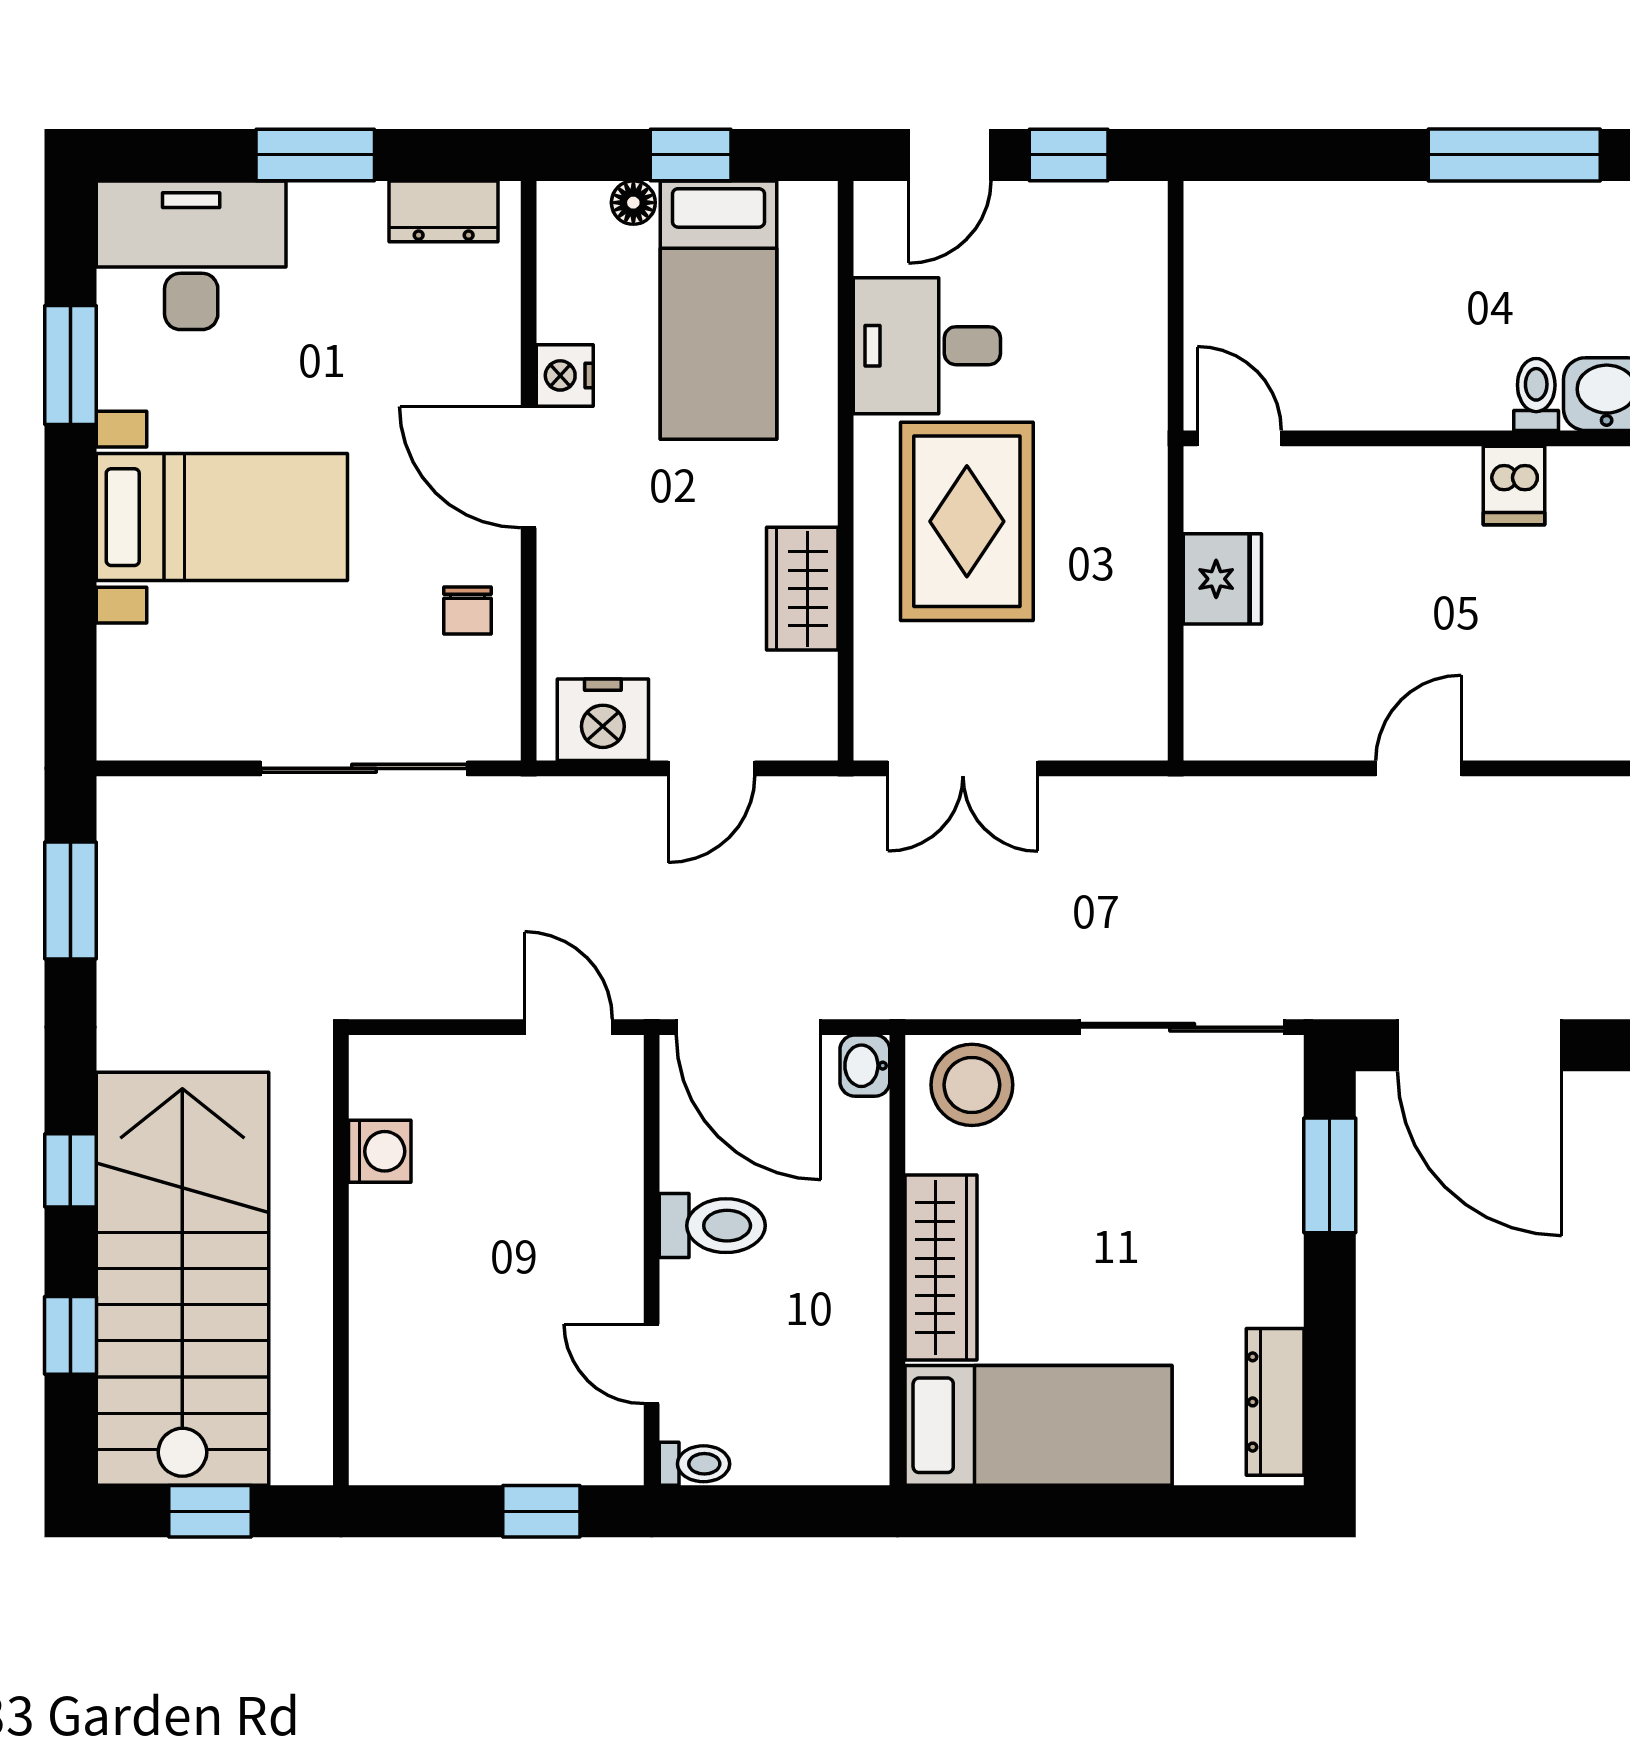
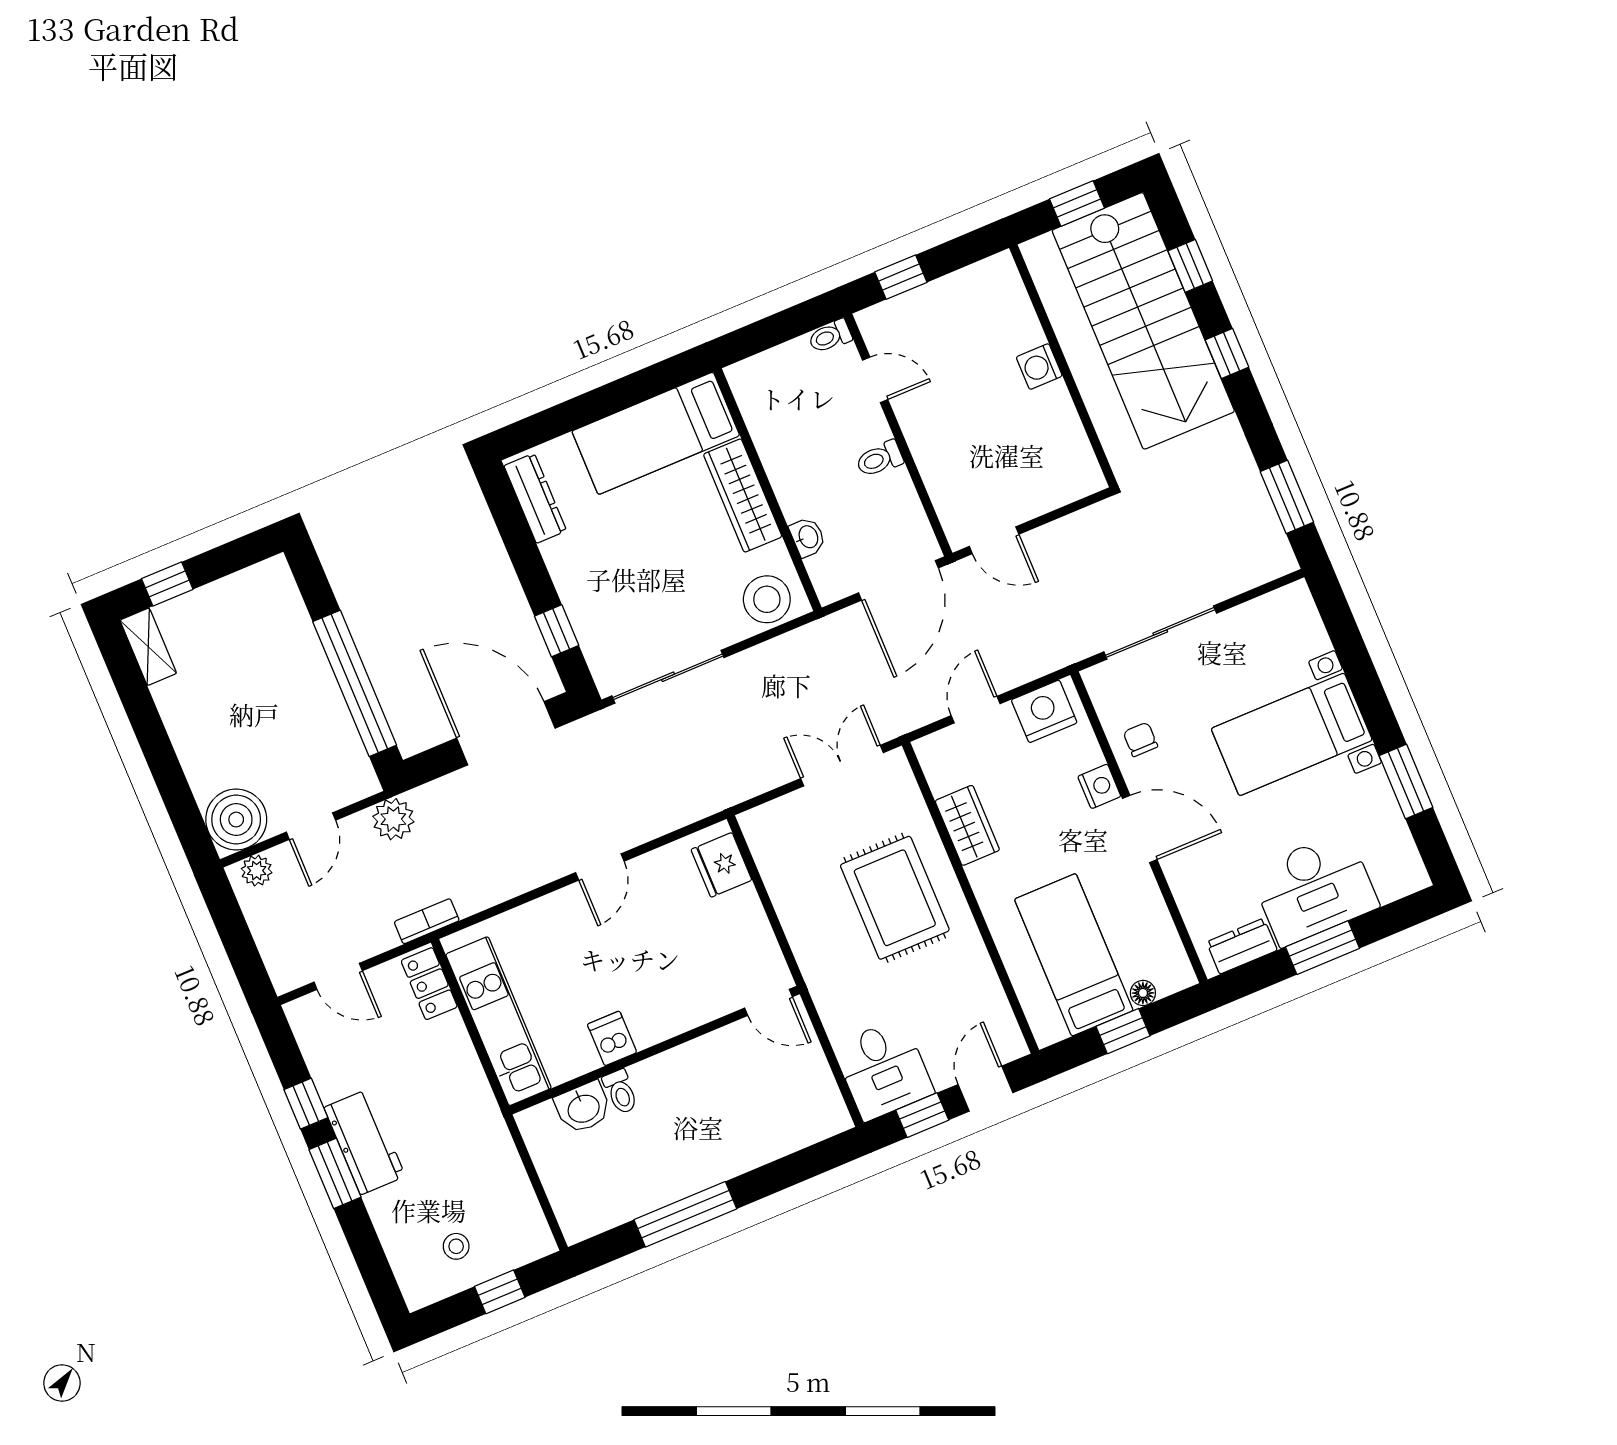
desk: (191, 255) -> (1314, 889), moved
desk: (927, 346) -> (884, 1069), moved, turned 90
nightstand: (565, 375) -> (1099, 786), moved
fridge: (1222, 579) -> (721, 865), moved
door: (748, 1027) -> (898, 580), swing flipped
washbasin: (865, 1066) -> (808, 537), moved
washing machine: (380, 1151) -> (1039, 367), moved
window: (1330, 1175) -> (557, 631), width x0.67
toilet: (712, 1226) -> (879, 459), width x0.73, depth x0.72

